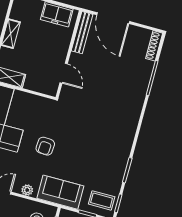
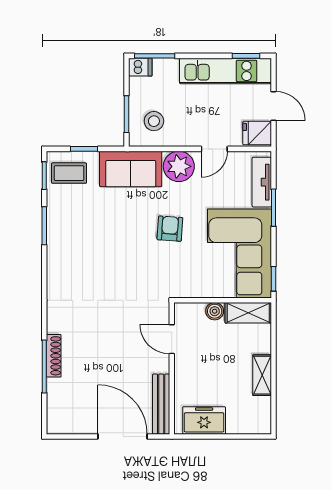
shoe rack: (154, 46) -> (54, 356), moved
boiler: (31, 84) -> (215, 311), added
plant: (27, 190) -> (179, 166), width x1.87, depth x1.87

